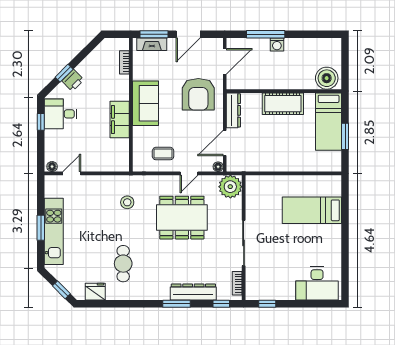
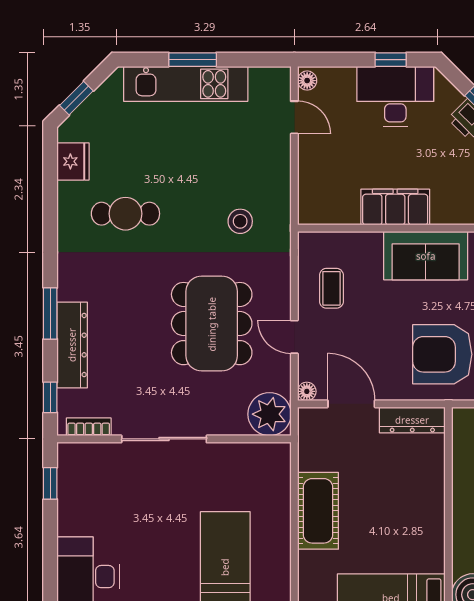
cot: (283, 104) -> (318, 511), moved
desk: (61, 114) -> (395, 97), width x1.37

